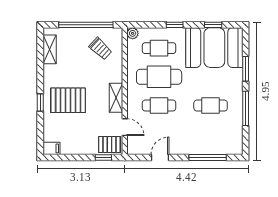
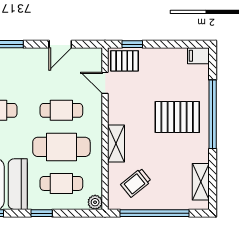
trolley: (100, 49) -> (136, 183), turned -82
shelving: (116, 98) -> (116, 143), moved
window: (40, 102) -> (213, 114), width x3.17

